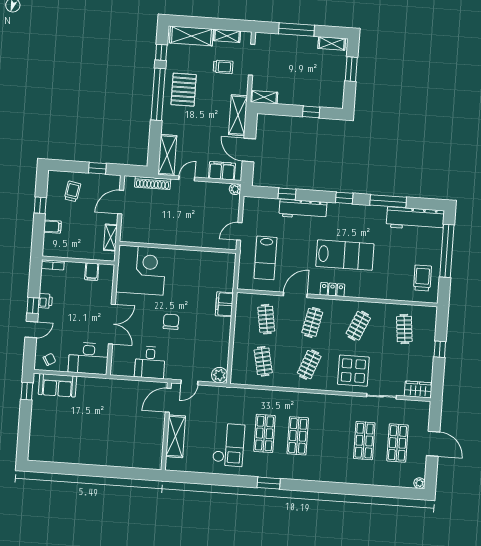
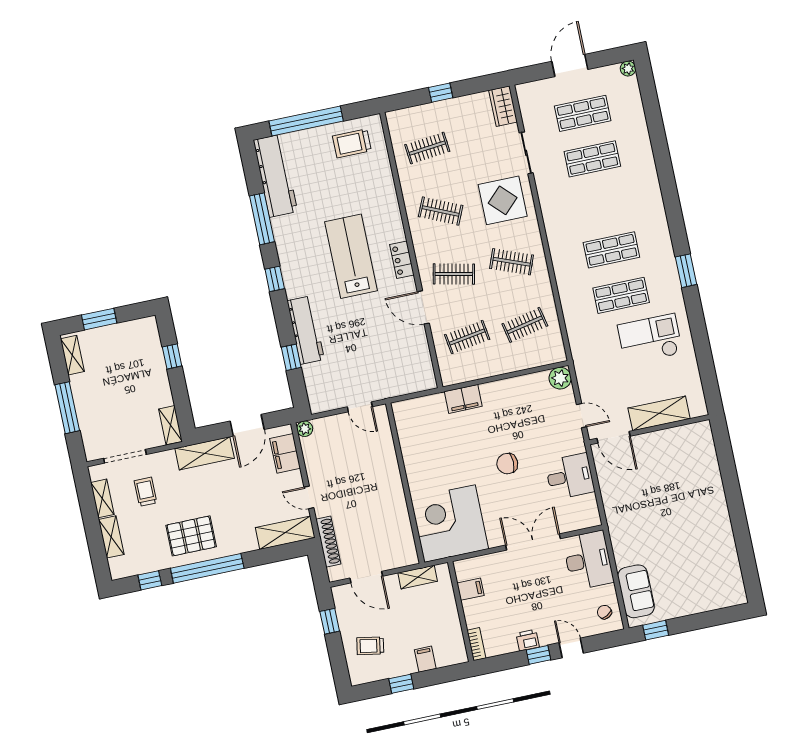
shelving: (191, 36) -> (111, 537), width x0.67, depth x0.75
lab bench: (265, 258) -> (385, 361), removed

